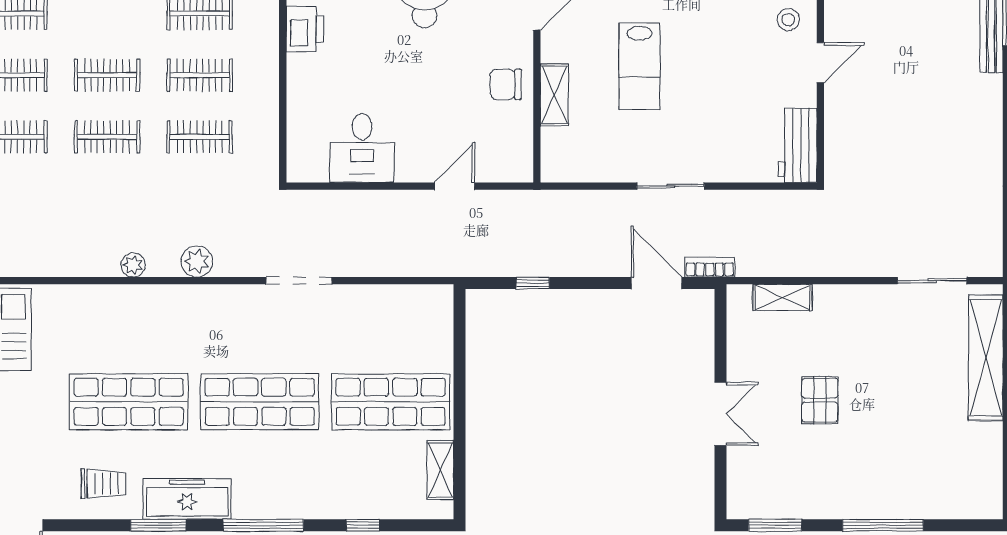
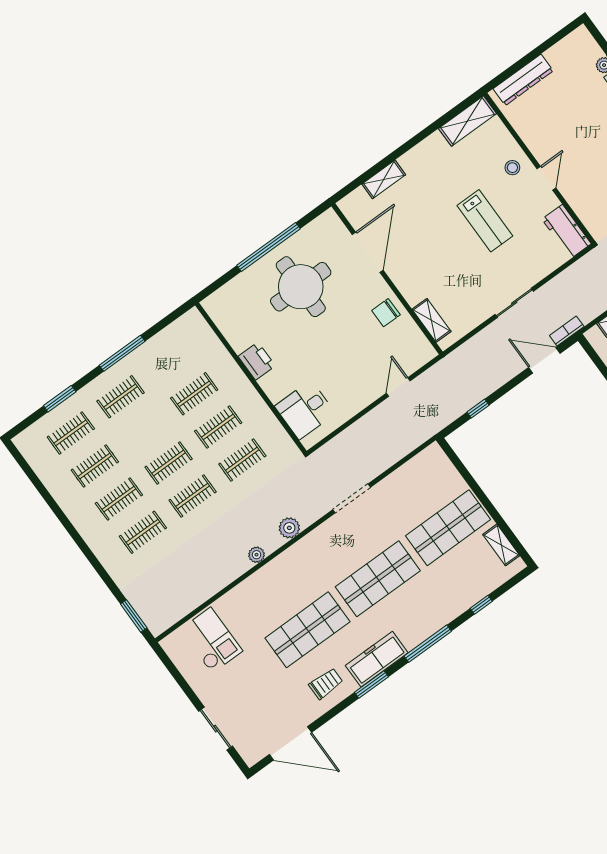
lab bench: (639, 66) -> (485, 221), moved
shelving: (554, 95) -> (432, 320), moved
desk: (362, 148) -> (305, 410), moved, turned 90

